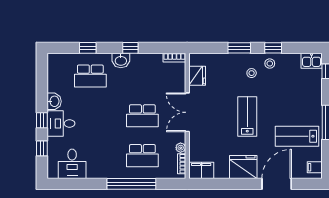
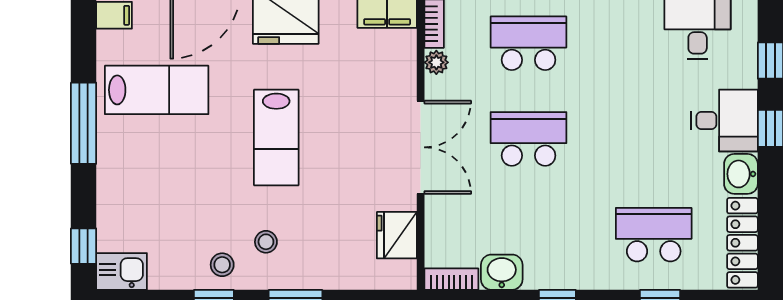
washbasin: (121, 60) -> (502, 272), moved
locker: (53, 73) -> (742, 243), added

